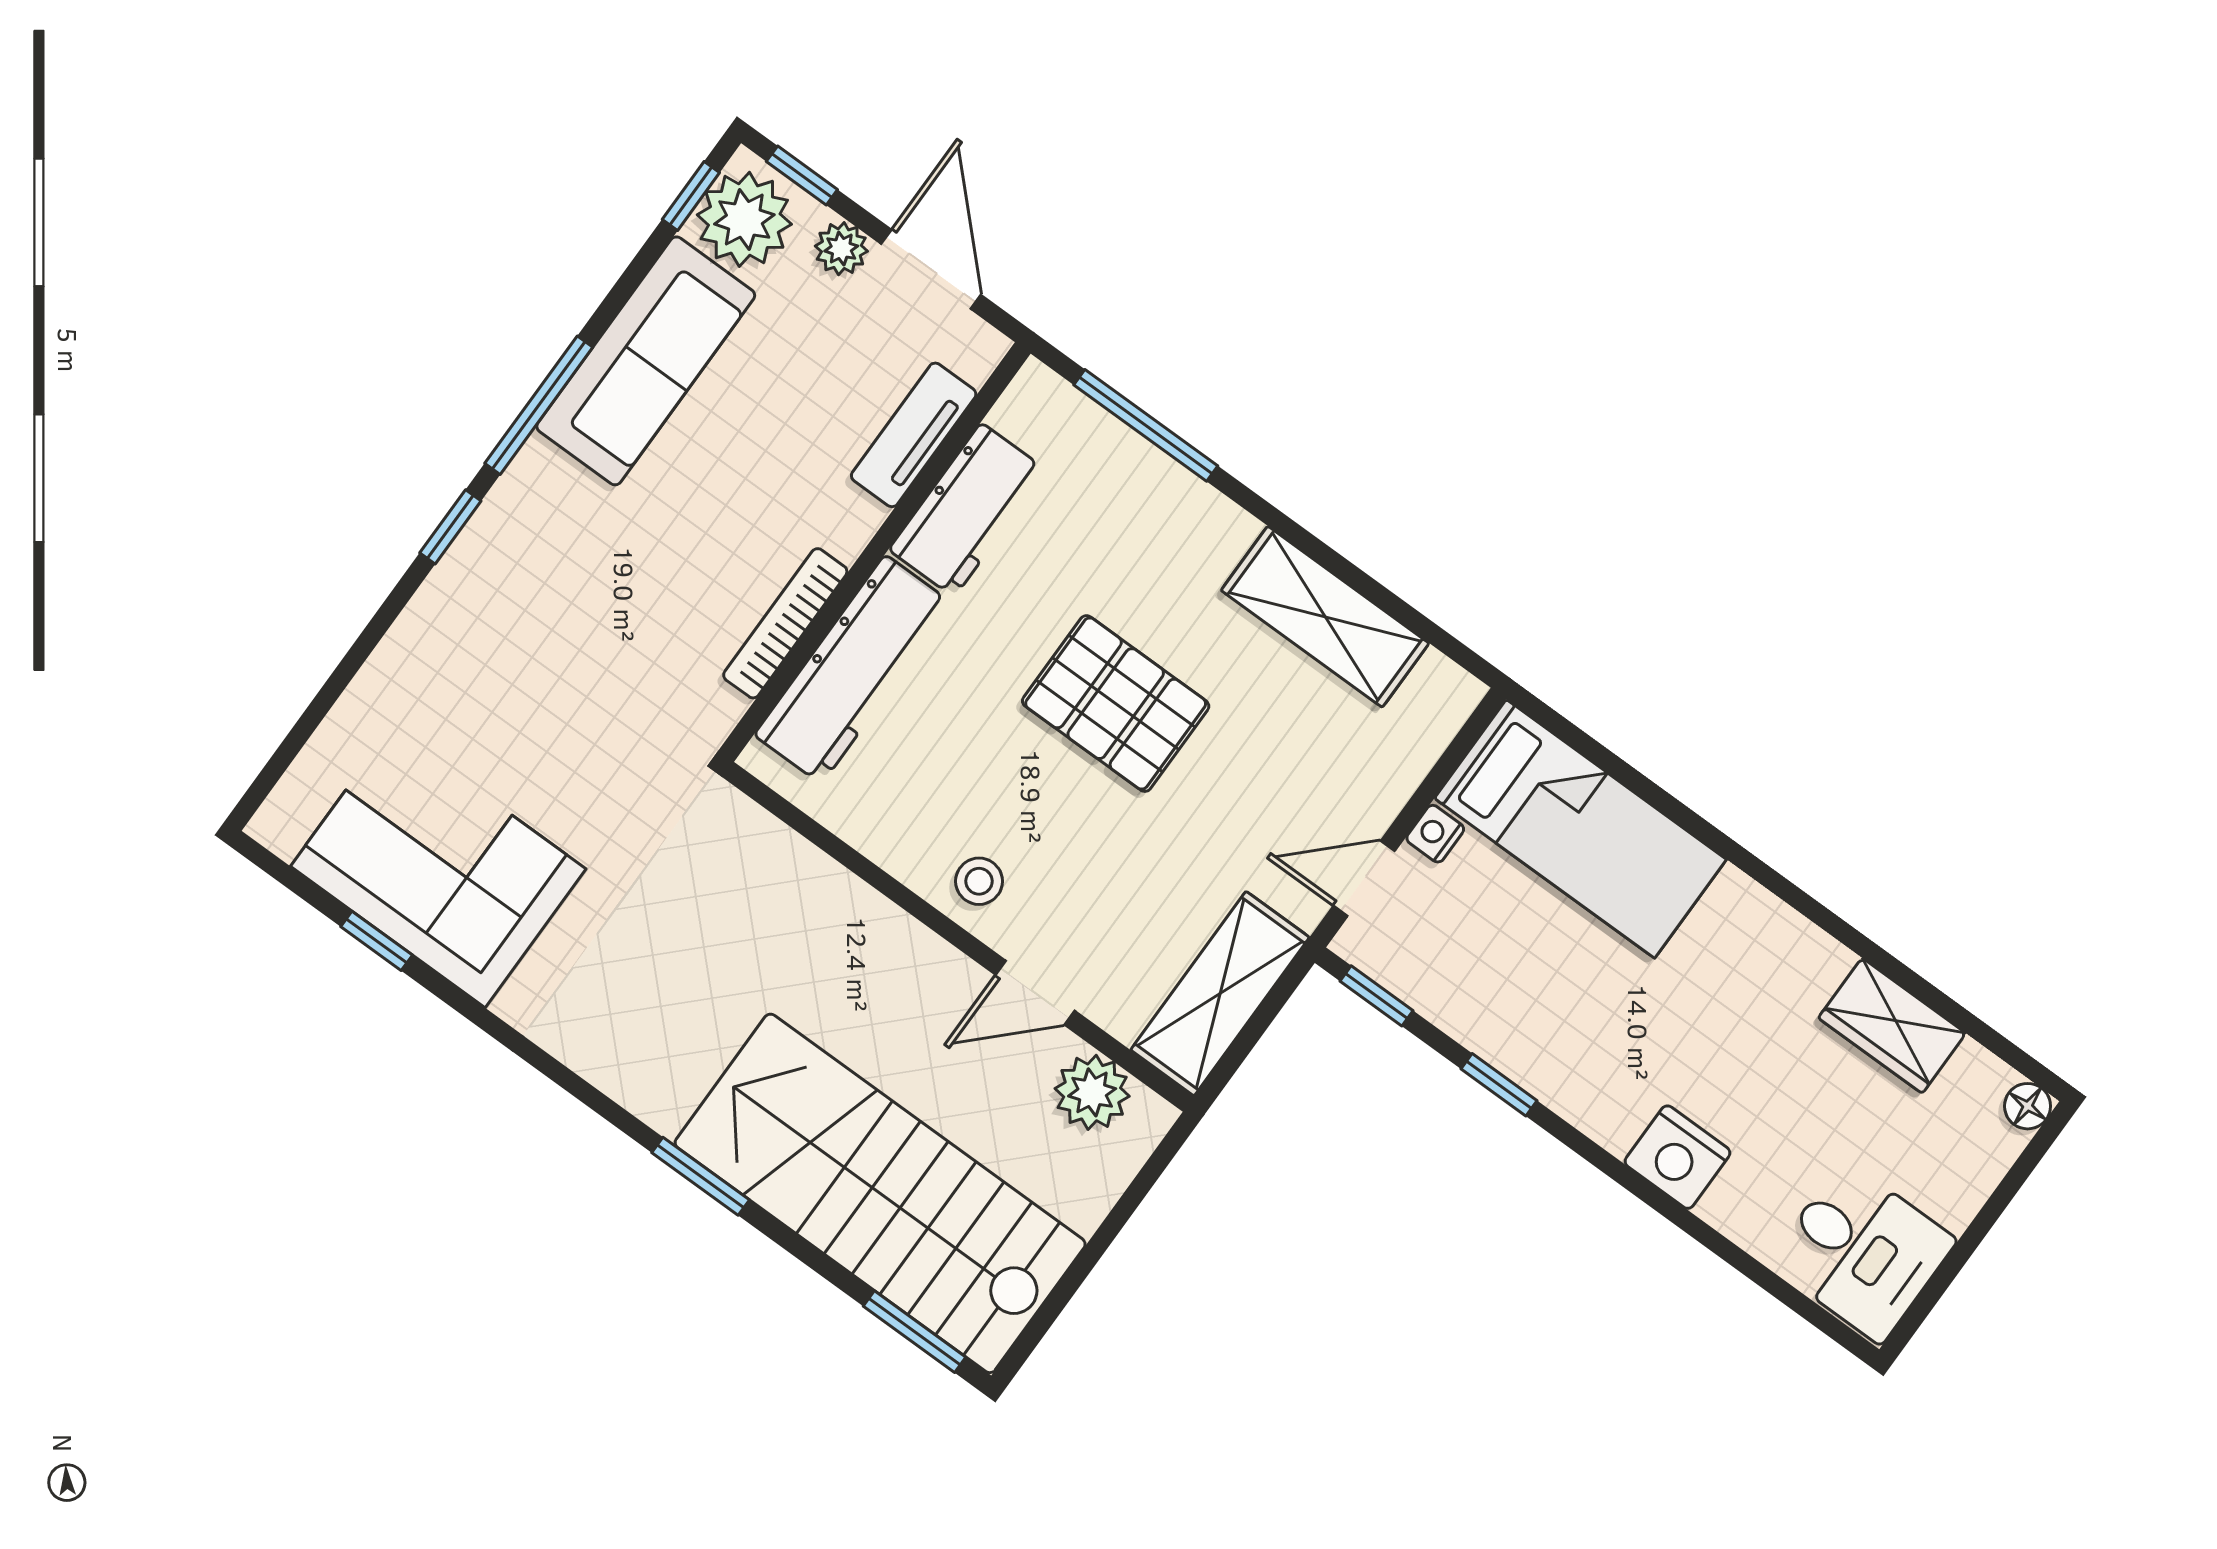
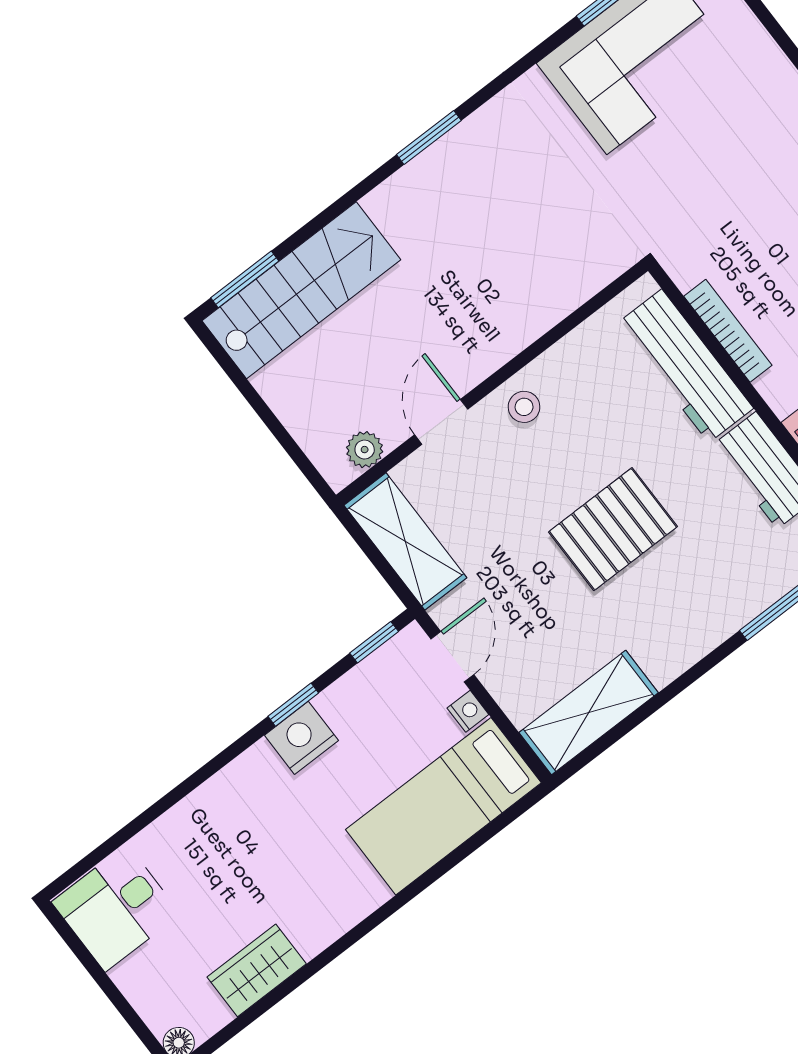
shelving: (1325, 617) -> (589, 713), moved
plant: (1092, 1092) -> (365, 450), width x0.73, depth x0.73
nightstand: (1678, 1157) -> (301, 738), moved
window: (701, 1176) -> (429, 138), moved
stairs: (880, 1193) -> (301, 290), width x0.73, depth x0.66

